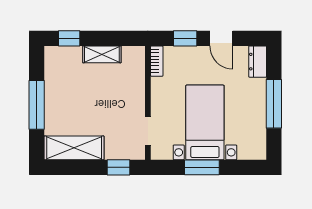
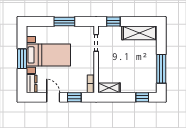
shelving: (102, 54) -> (109, 88), moved
window: (274, 104) -> (22, 59), width x0.69
window: (37, 105) -> (161, 69), moved
bed with nightstands: (205, 122) -> (48, 55), moved, turned -90

